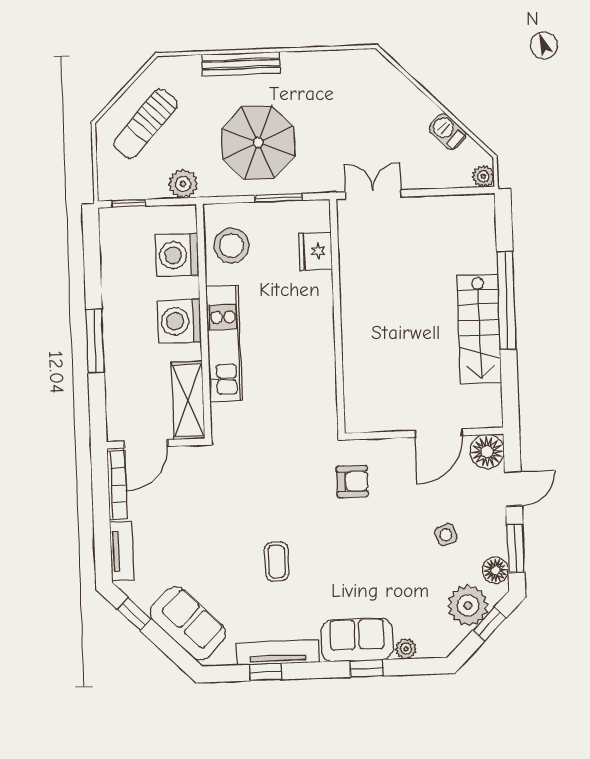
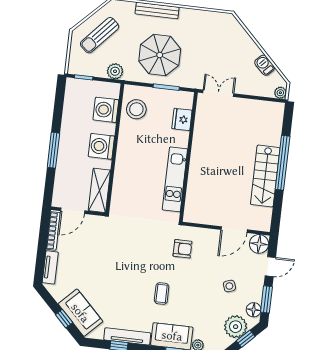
kitchen unit: (224, 344) -> (175, 179), moved, turned 180
coffee table: (277, 562) -> (162, 294), moved
window: (134, 614) -> (64, 319), moved

